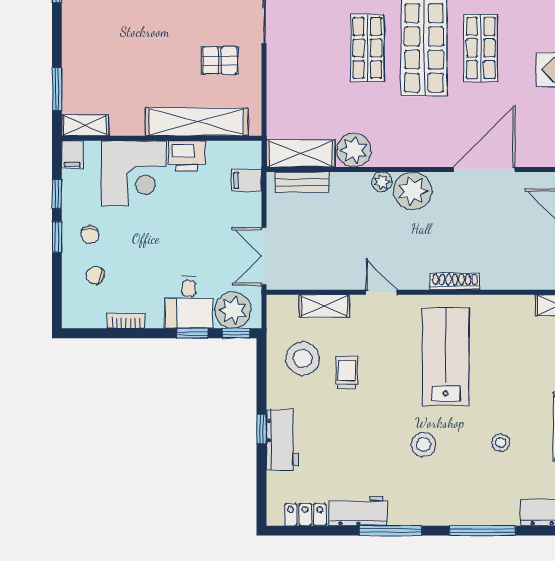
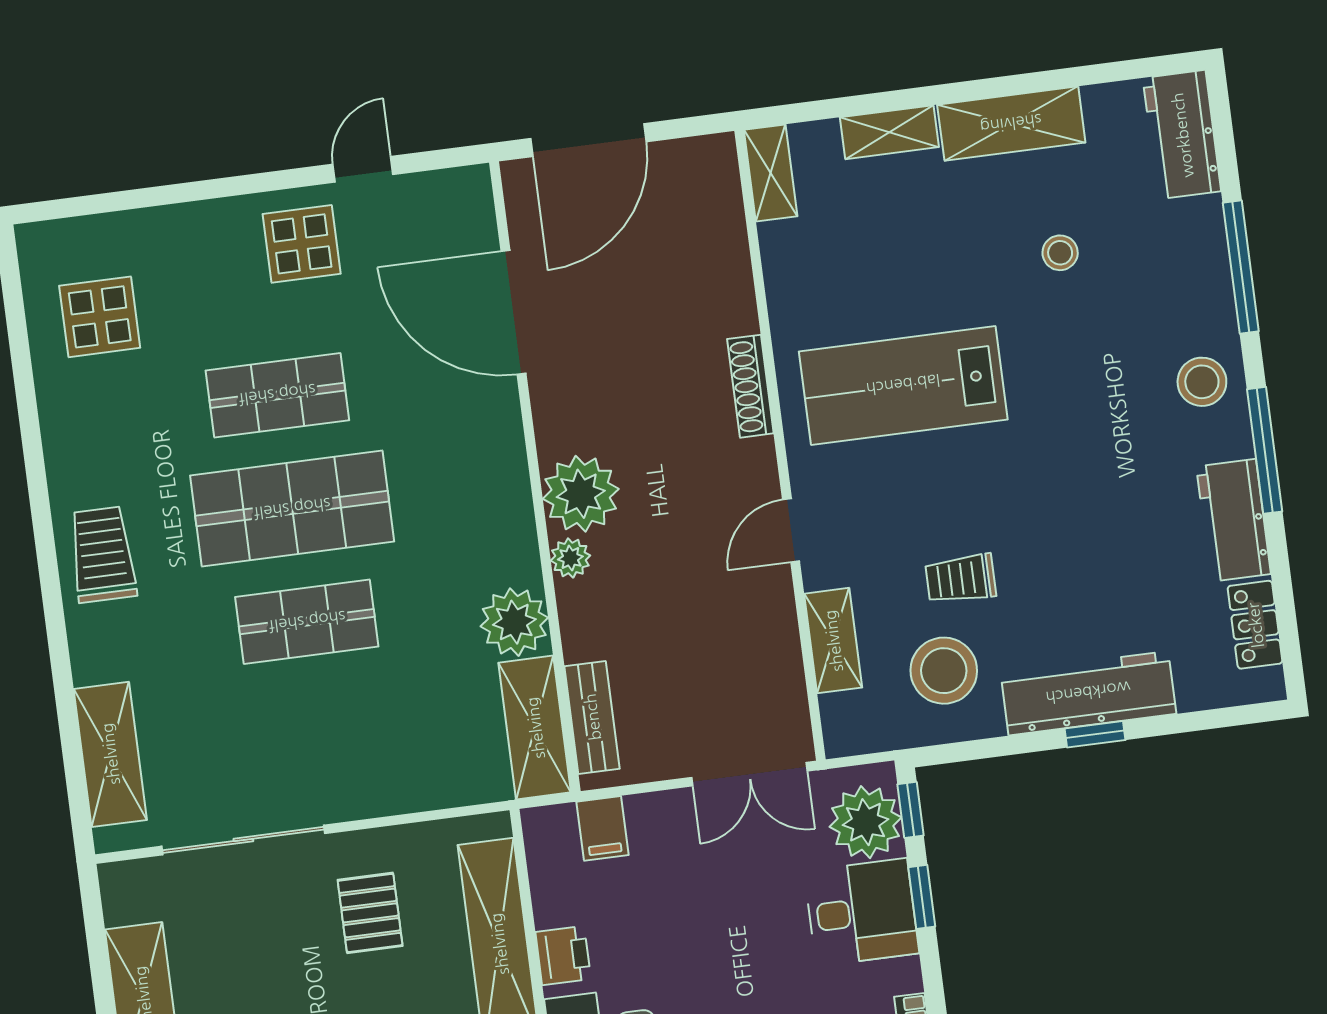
printer: (187, 156) -> (563, 955), width x0.73, depth x0.81
door: (484, 170) -> (513, 312), moved
workbench: (282, 440) -> (1088, 693), width x1.38
stool: (423, 445) -> (1202, 382), moved

